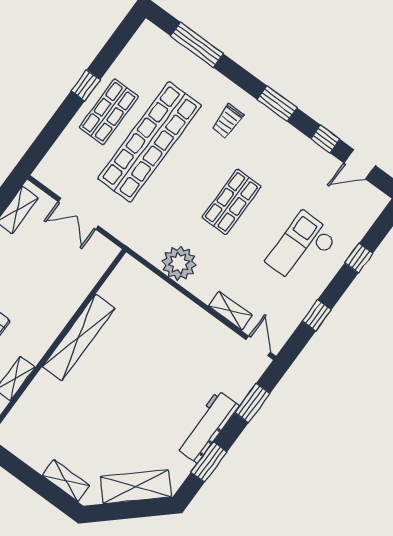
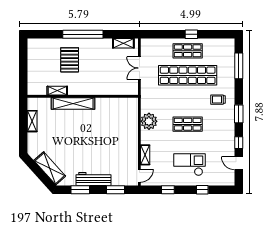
shelving: (79, 338) -> (73, 104), moved
shelving: (66, 481) -> (32, 121), moved

